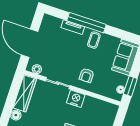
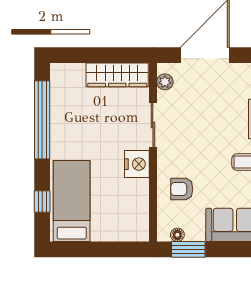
armchair: (87, 75) -> (182, 189), moved
floor lamp: (16, 115) -> (76, 72), removed

